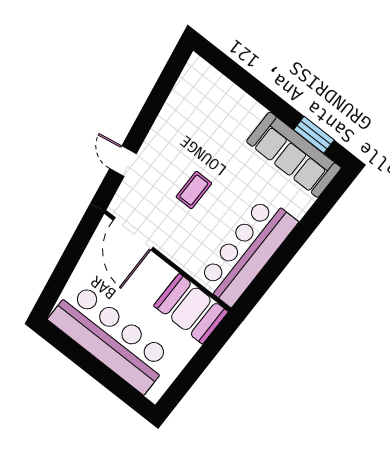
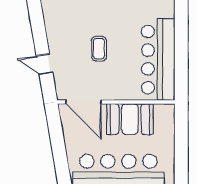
booth: (191, 309) -> (130, 119), moved

